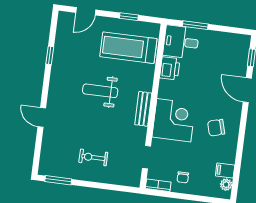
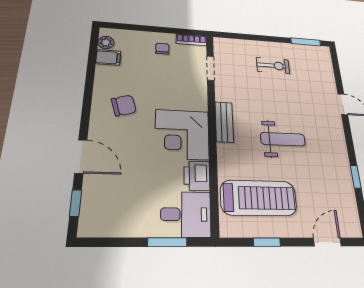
corner desk: (174, 120) -> (182, 134), moved

